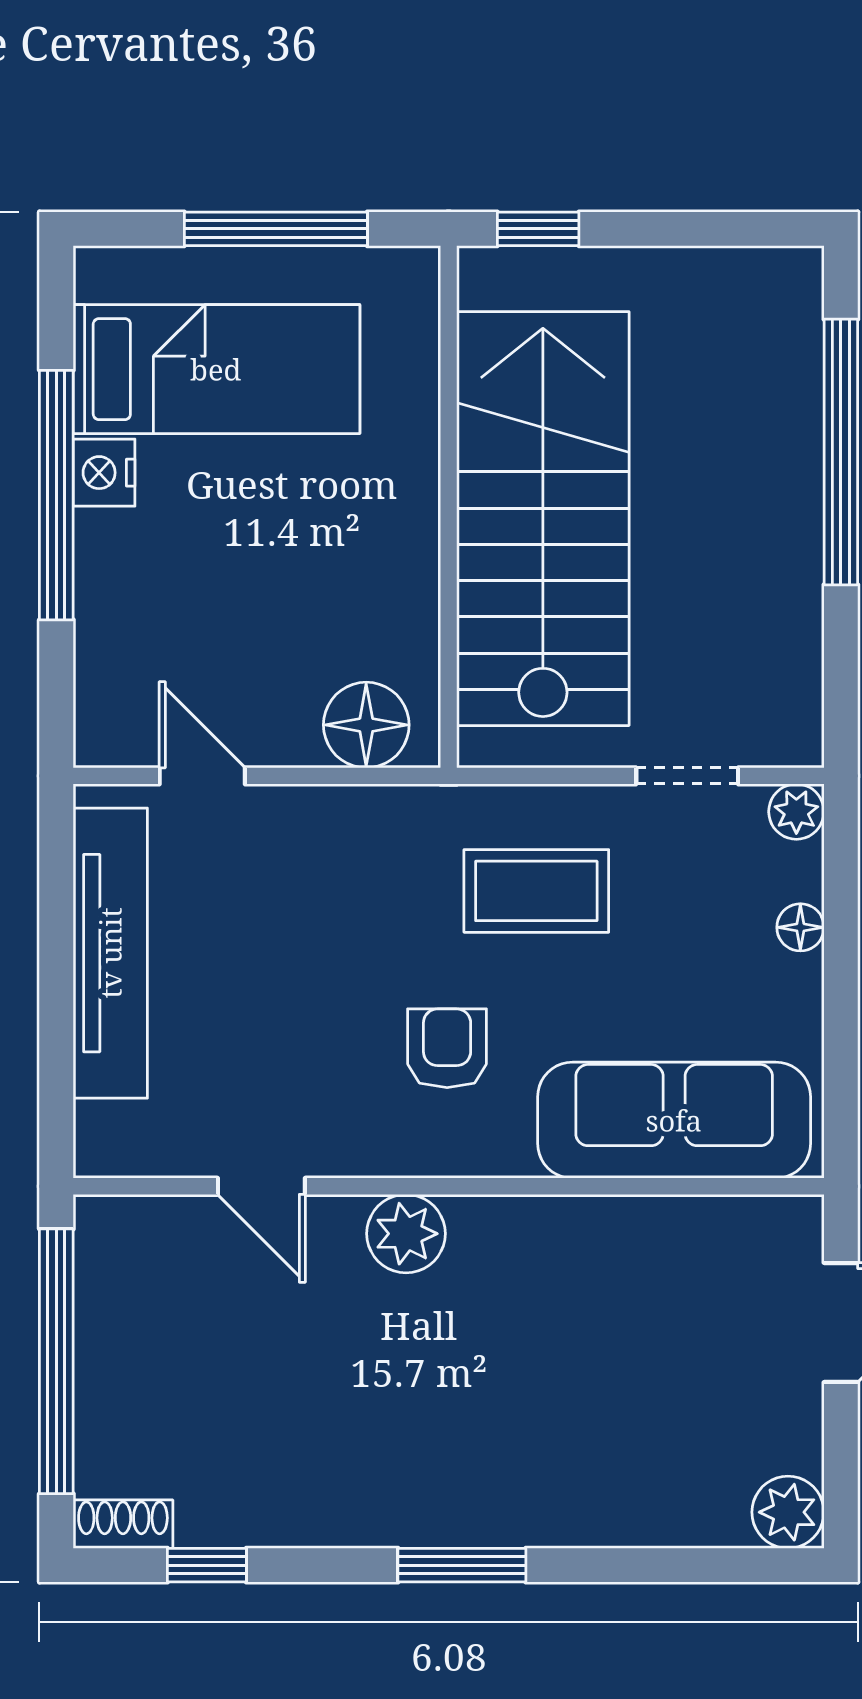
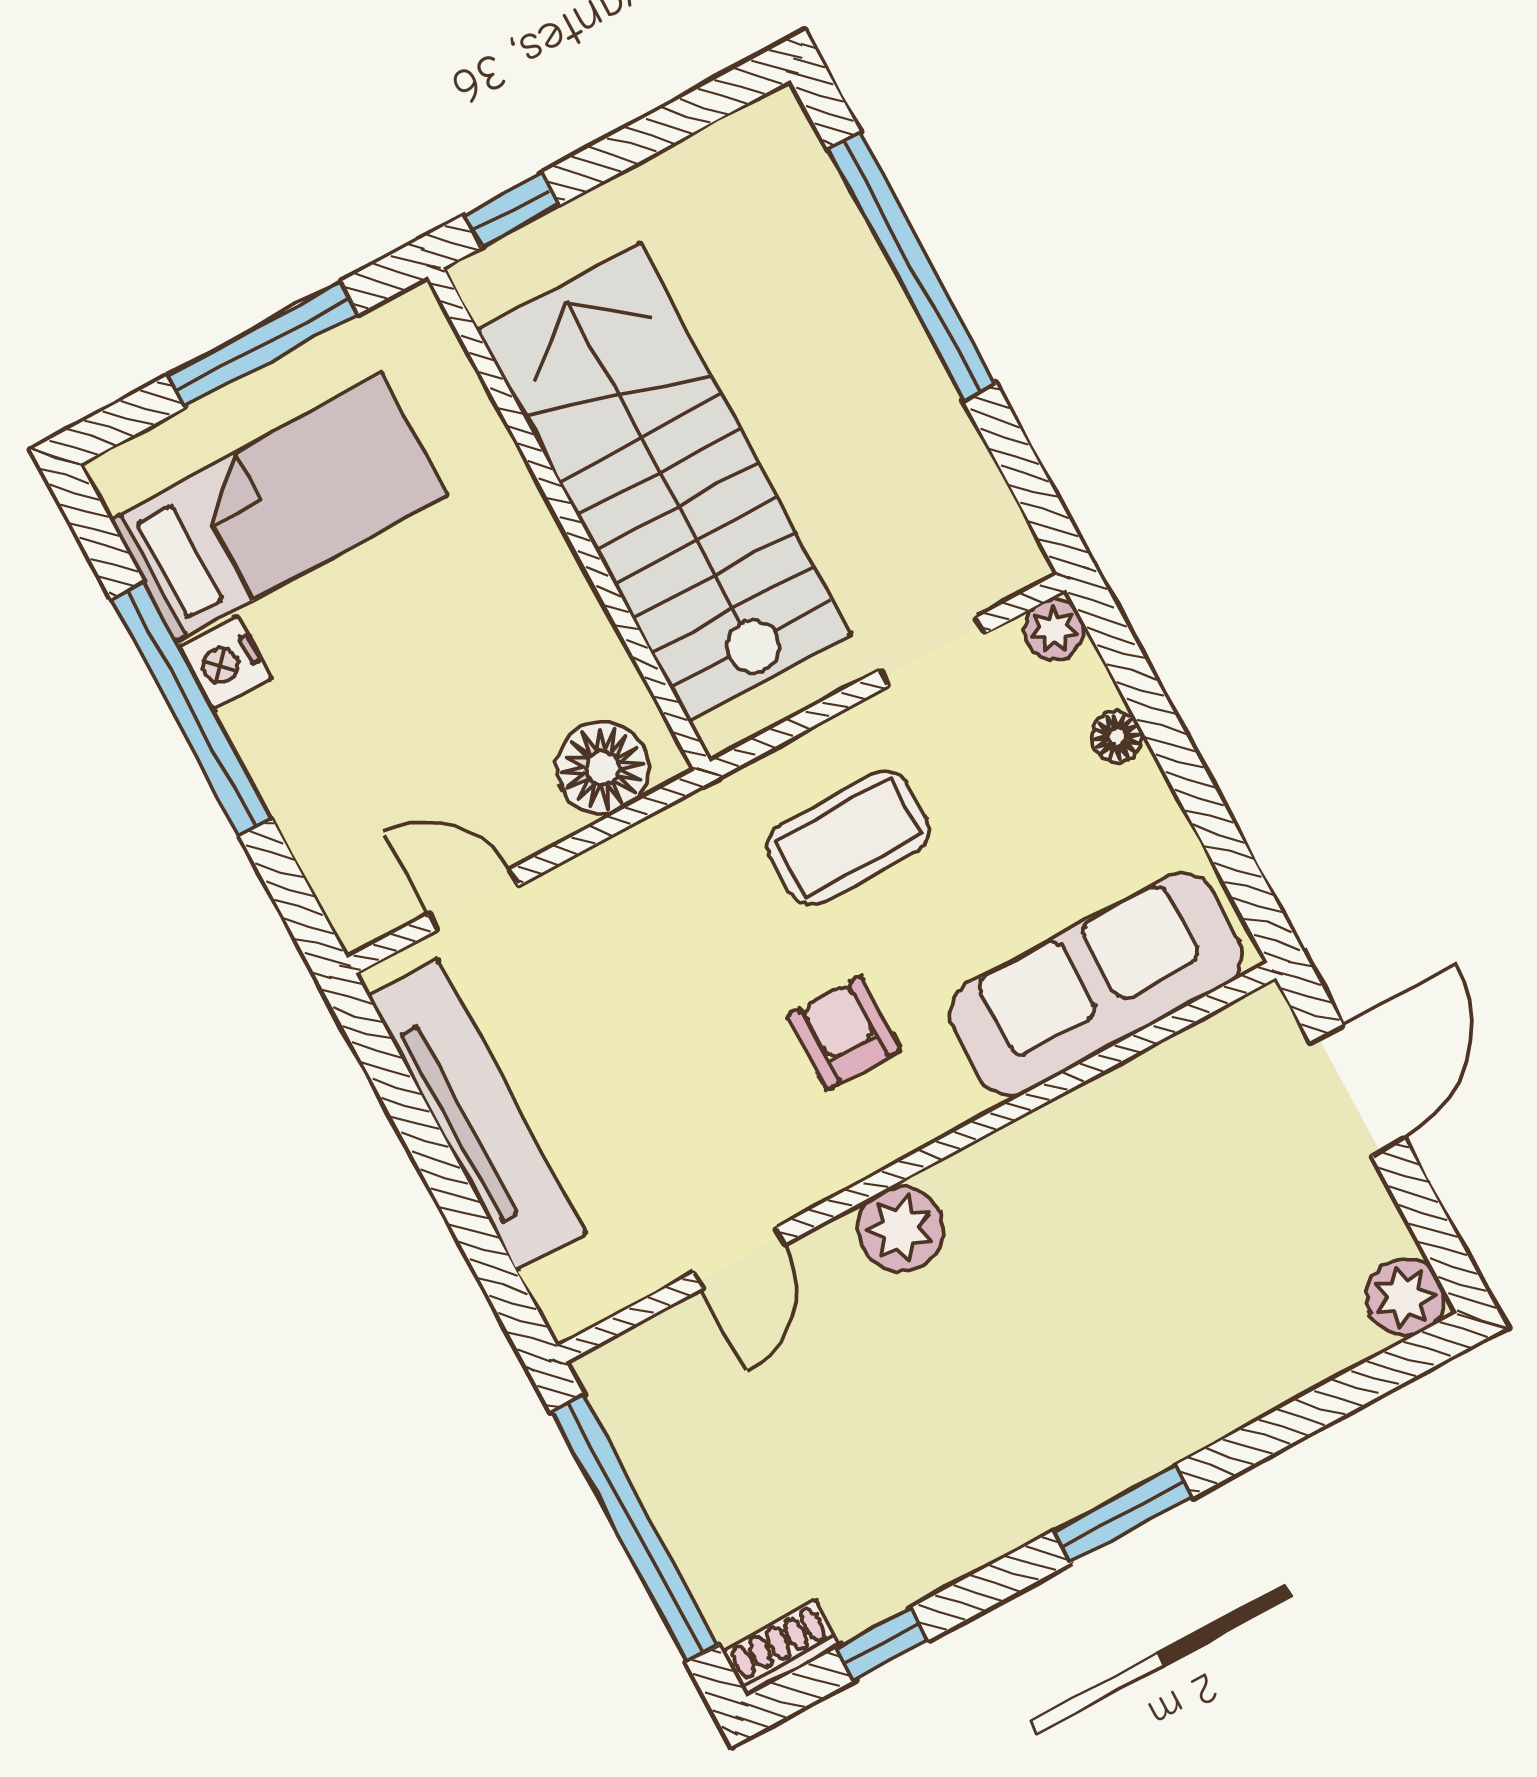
door: (261, 1186) -> (739, 1258), hinge flipped

